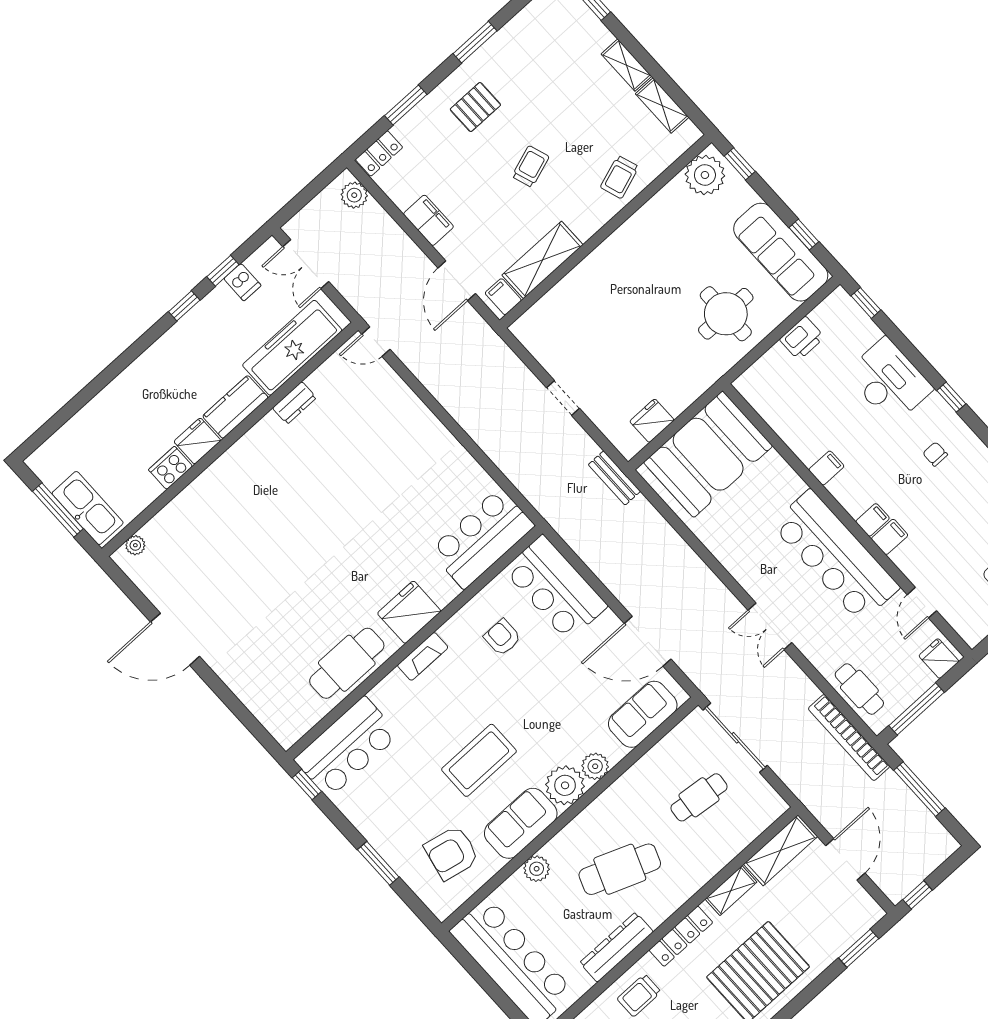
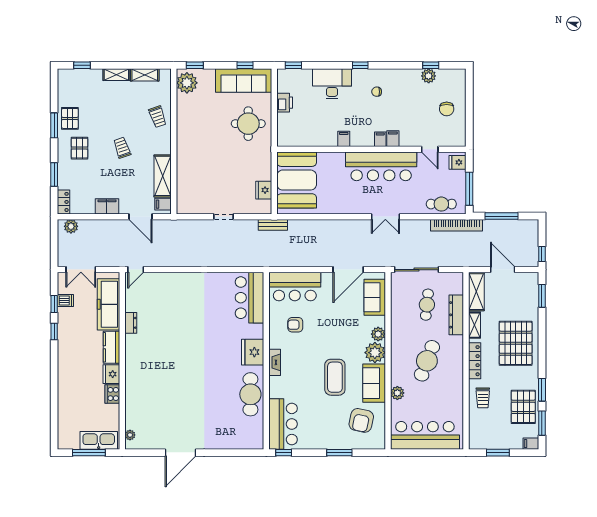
pallet: (505, 56) -> (70, 118), added
dresser: (617, 947) -> (456, 315), moved

